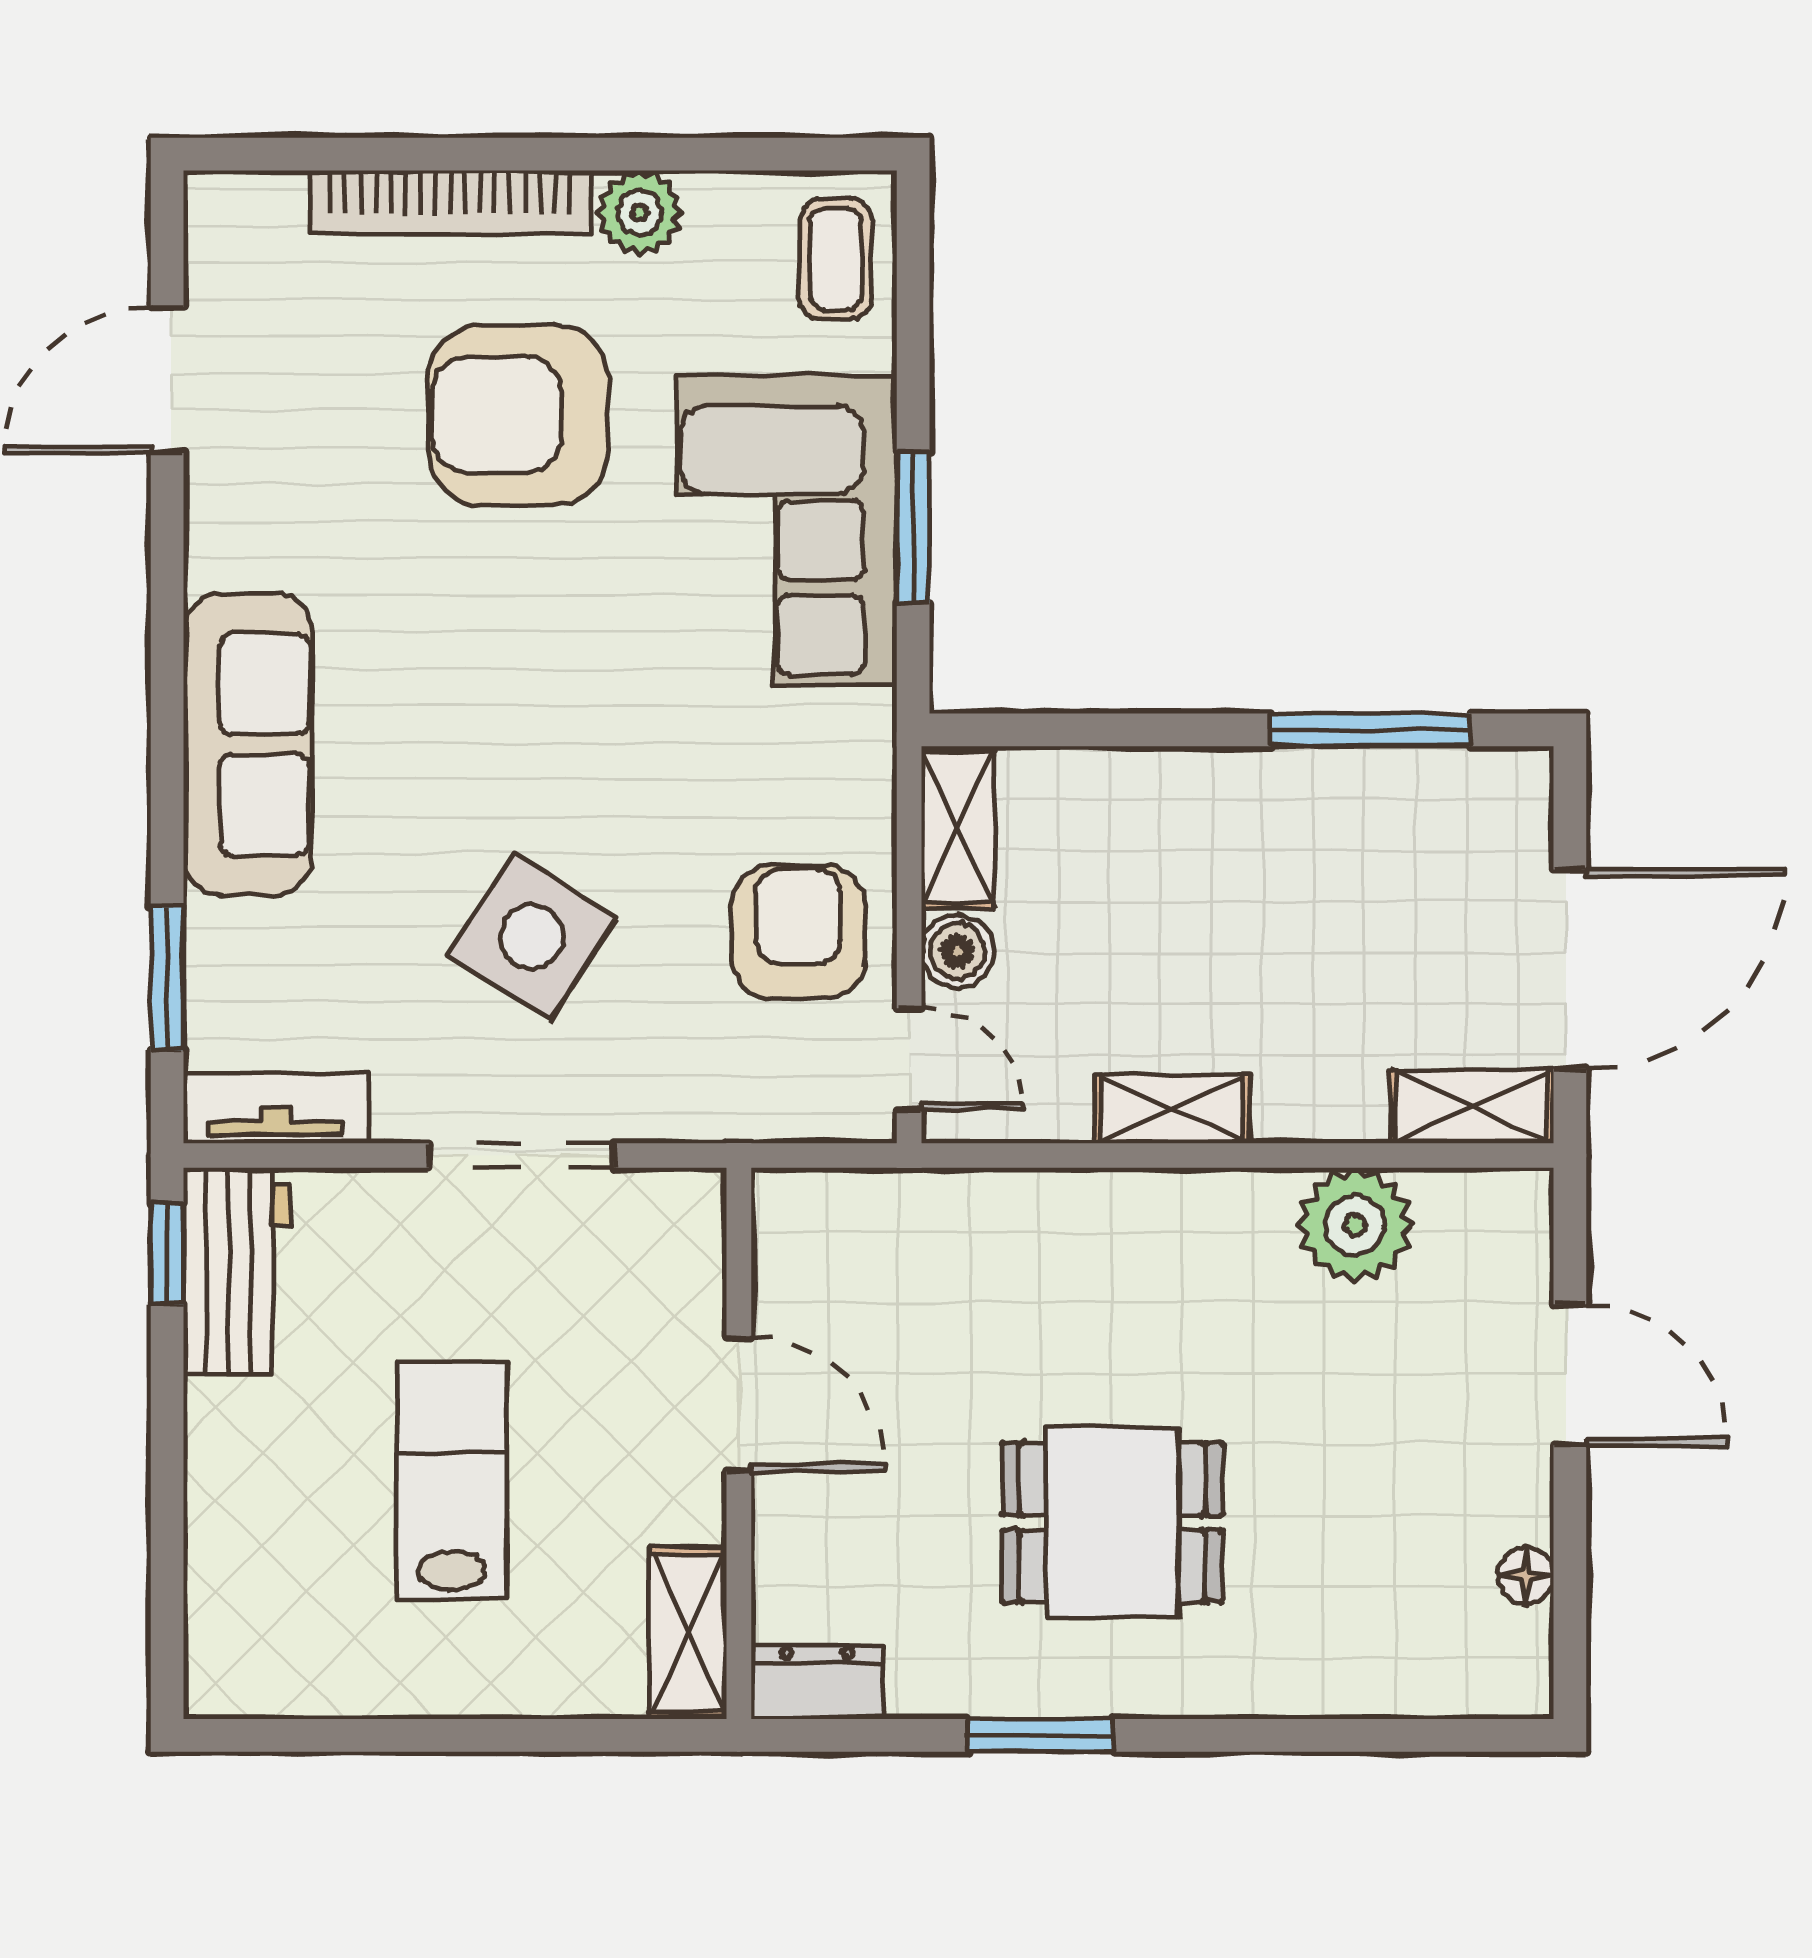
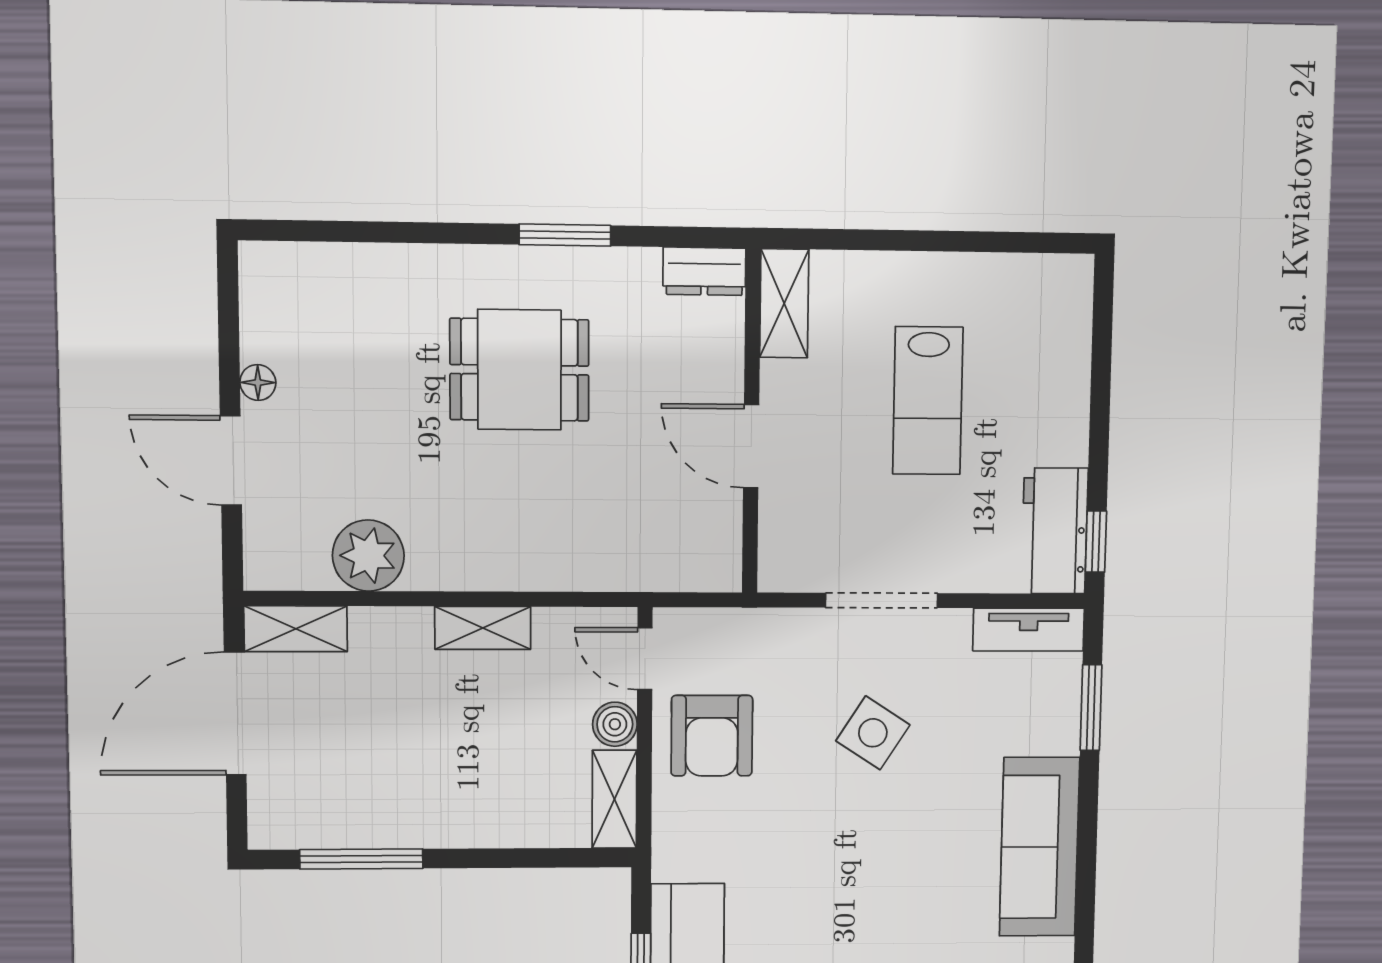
side table: (532, 937) -> (873, 733), width x0.73, depth x0.73
floor lamp: (1526, 1576) -> (258, 383), moved

